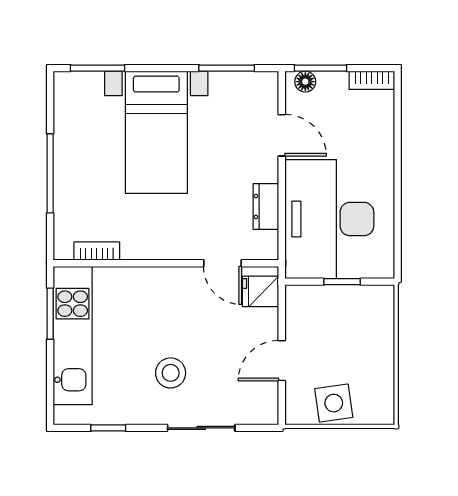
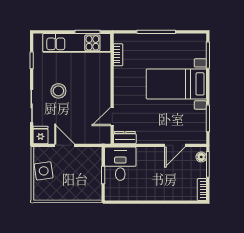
dresser: (266, 207) -> (125, 138), moved
desk: (329, 219) -> (120, 164), width x0.53, depth x0.77
fridge: (261, 291) -> (40, 135), moved

